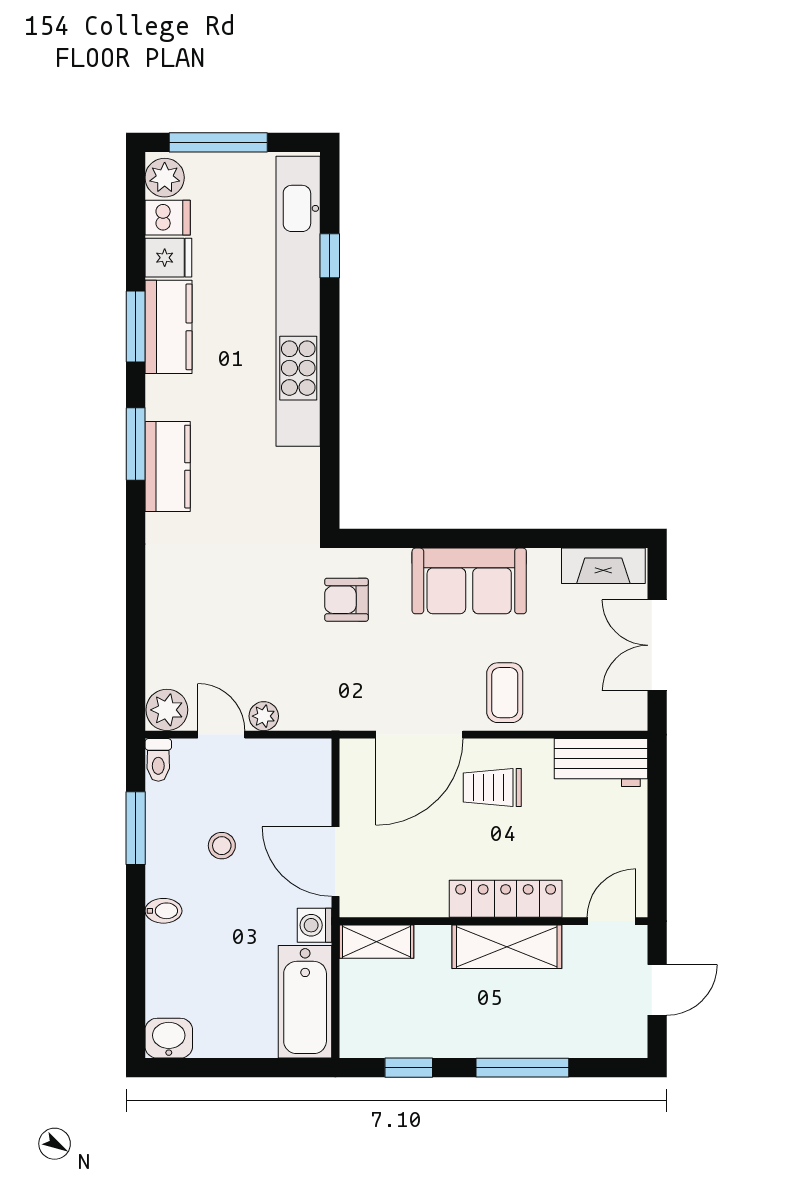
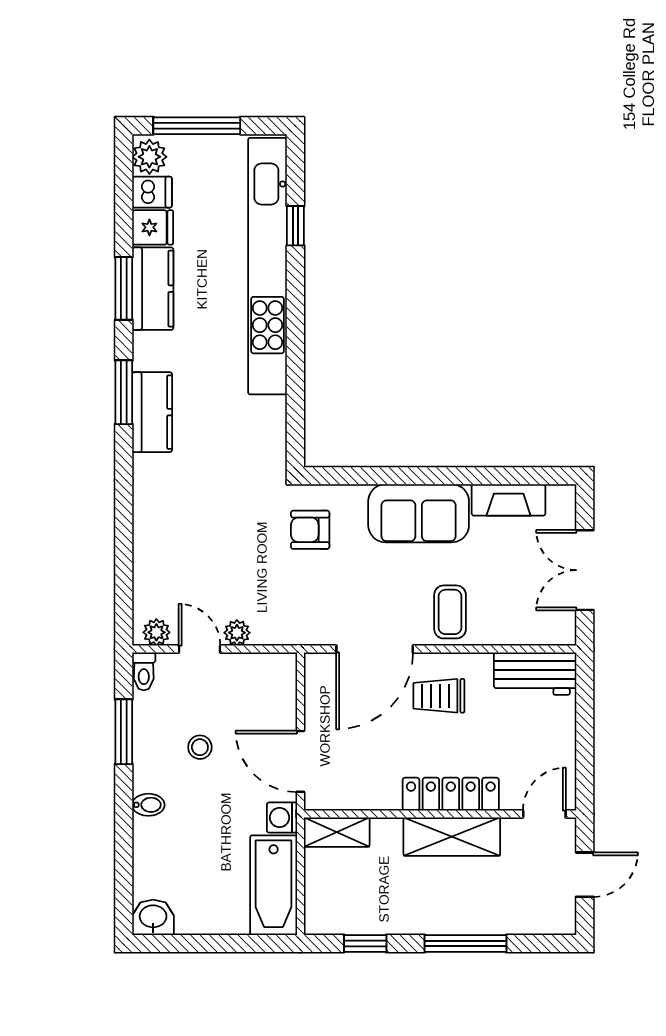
fireplace: (603, 566) -> (509, 500), moved
plant: (167, 710) -> (156, 632), width x0.73, depth x0.73

